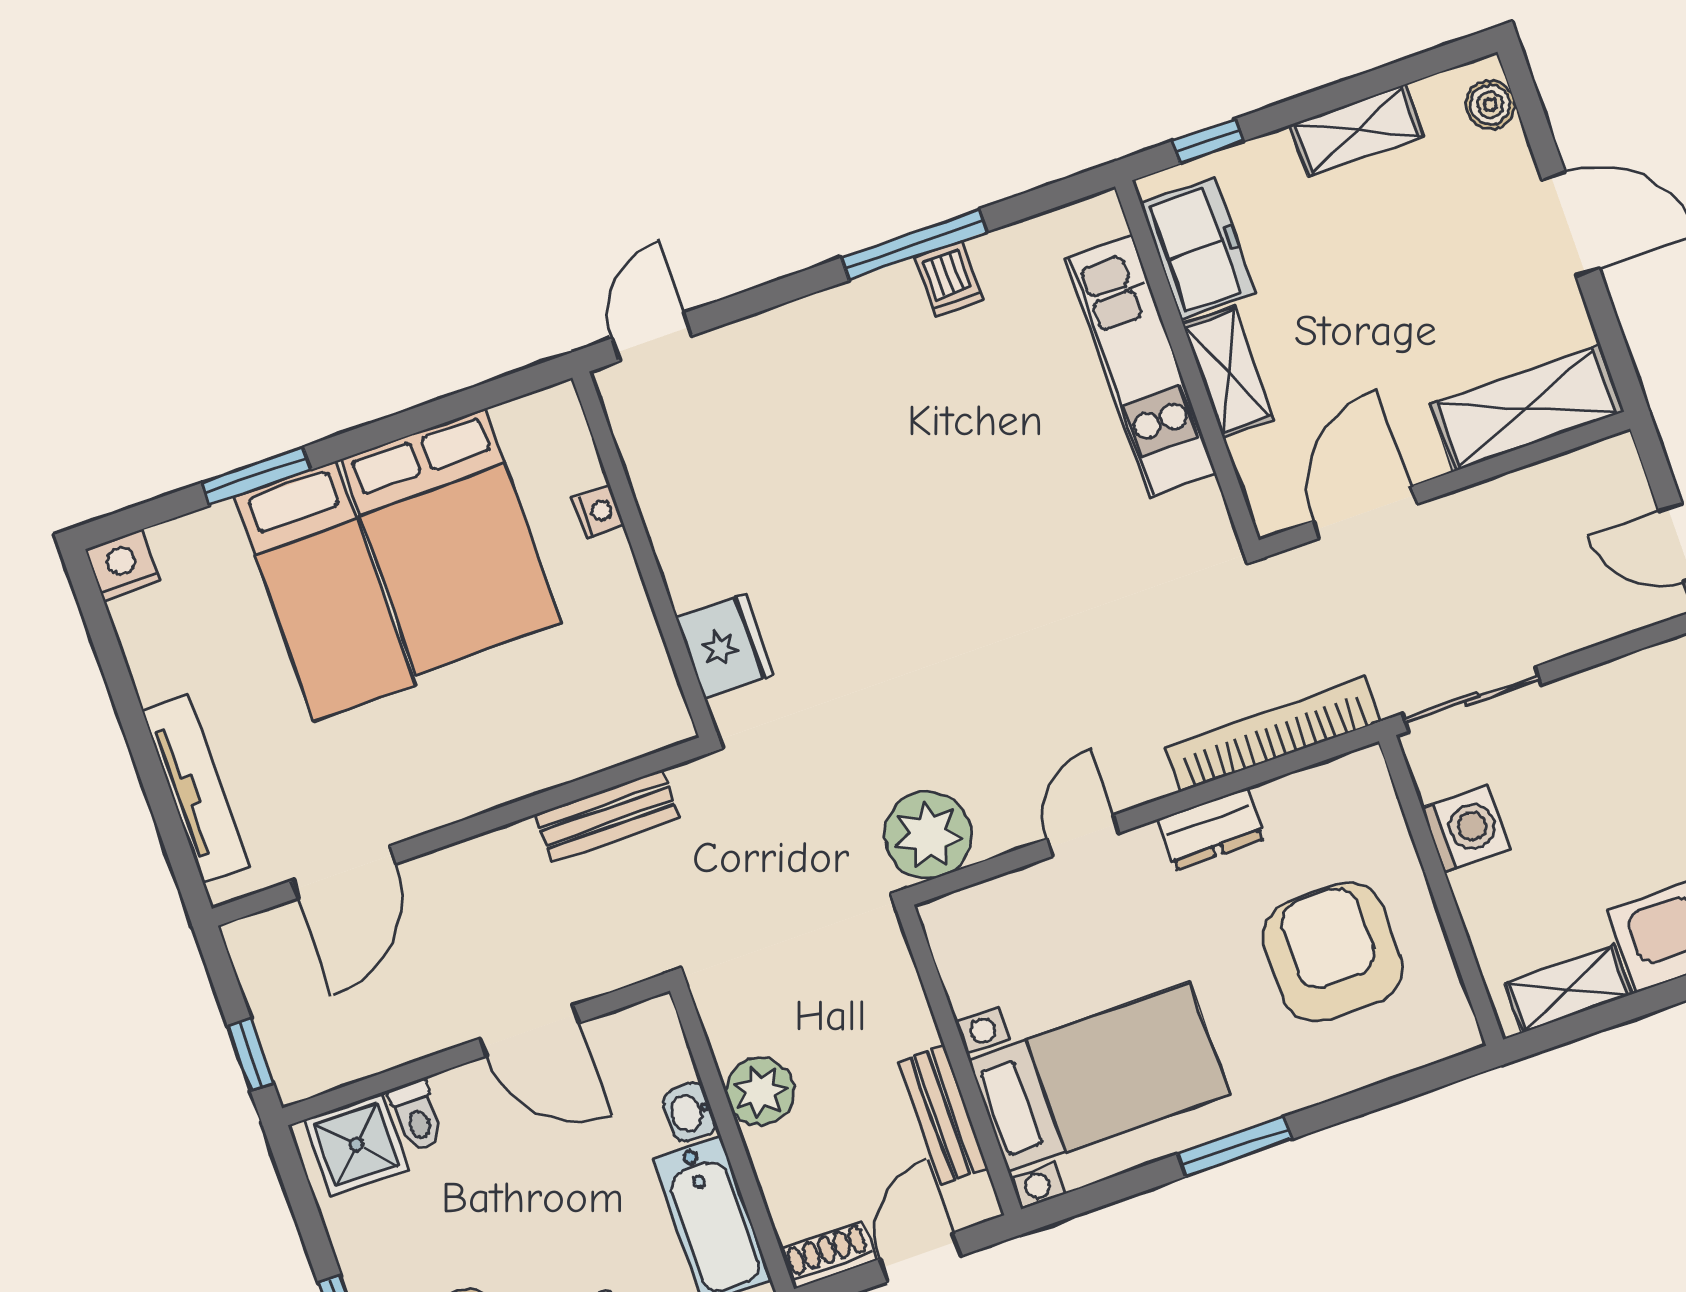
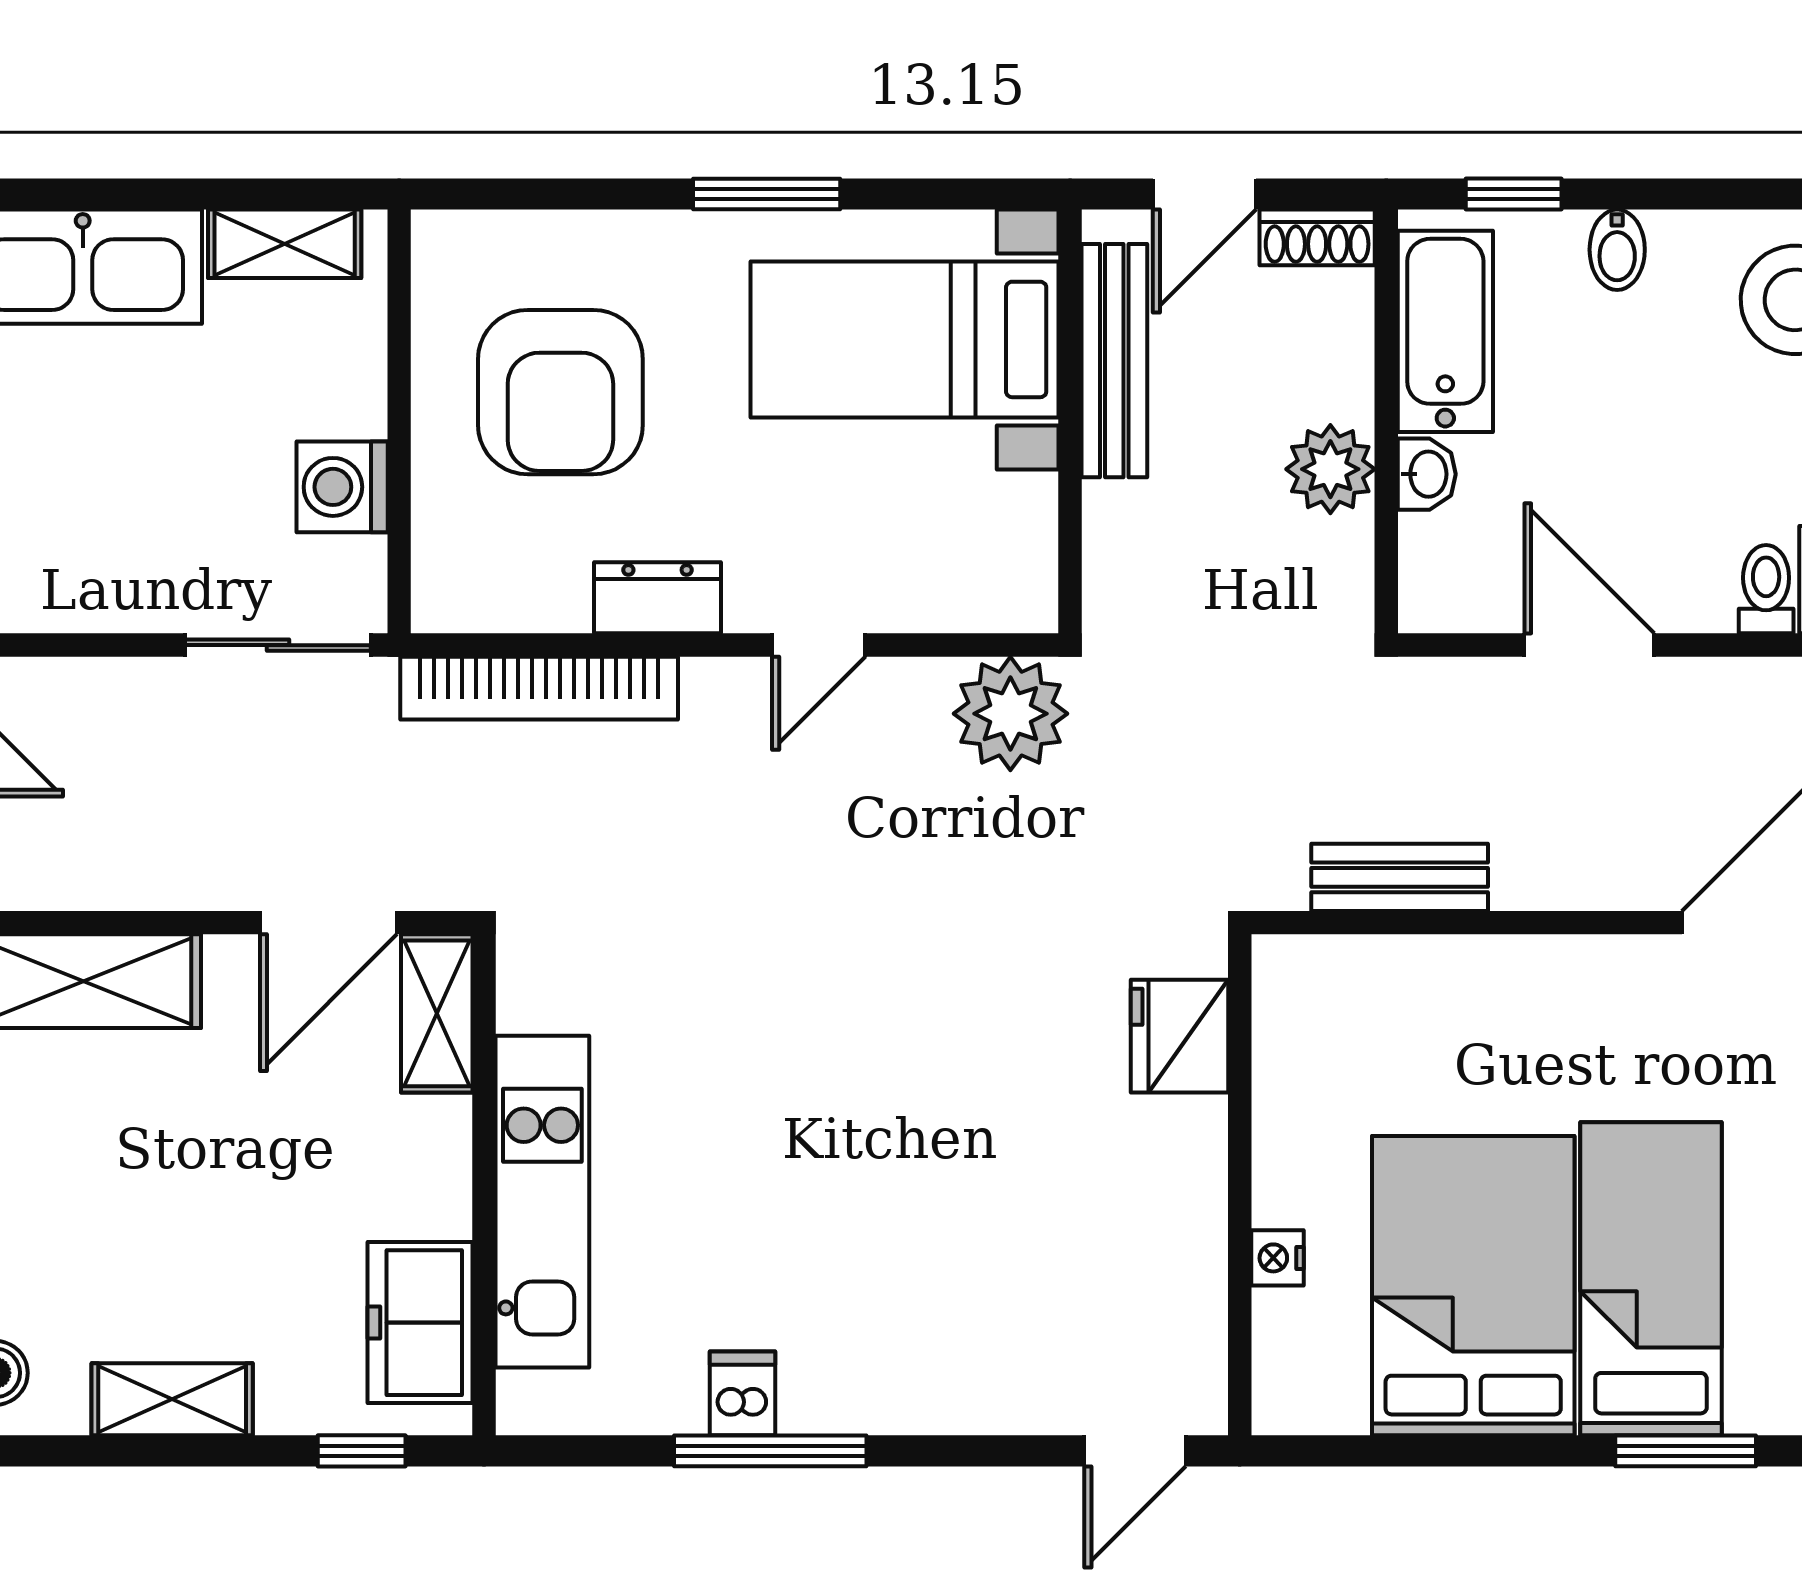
shelving: (1228, 372) -> (437, 1013), moved
bench: (943, 1115) -> (1114, 361), width x1.36

